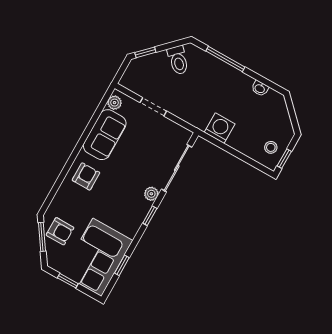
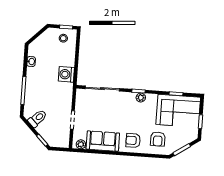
plant: (151, 194) -> (141, 98), moved
armchair: (60, 231) -> (158, 139), moved, turned 180

